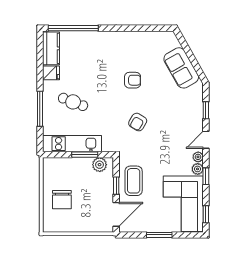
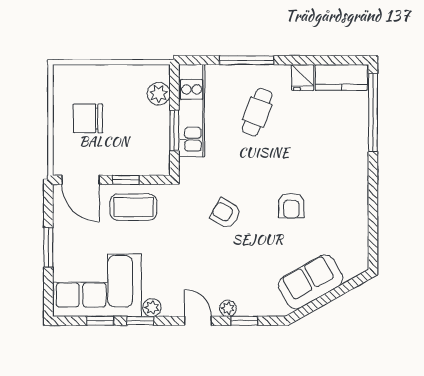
plant: (198, 157) -> (228, 308), moved
plant: (100, 165) -> (159, 94), moved
chair: (62, 200) -> (88, 118), moved
window: (206, 214) -> (100, 321), moved

